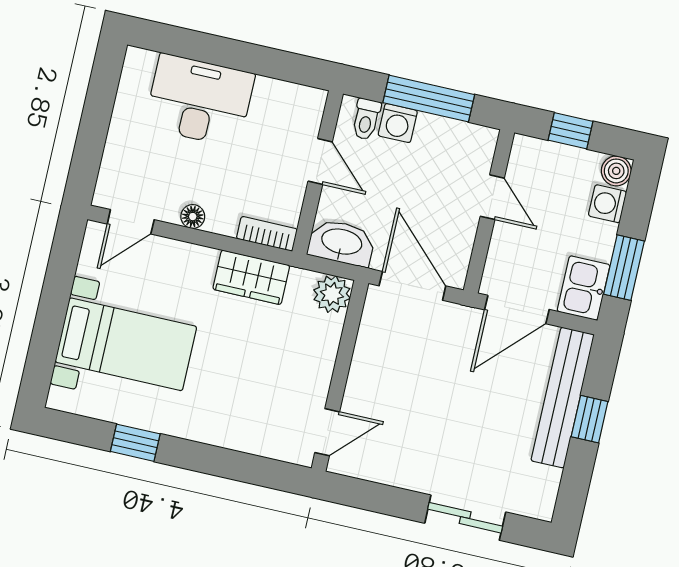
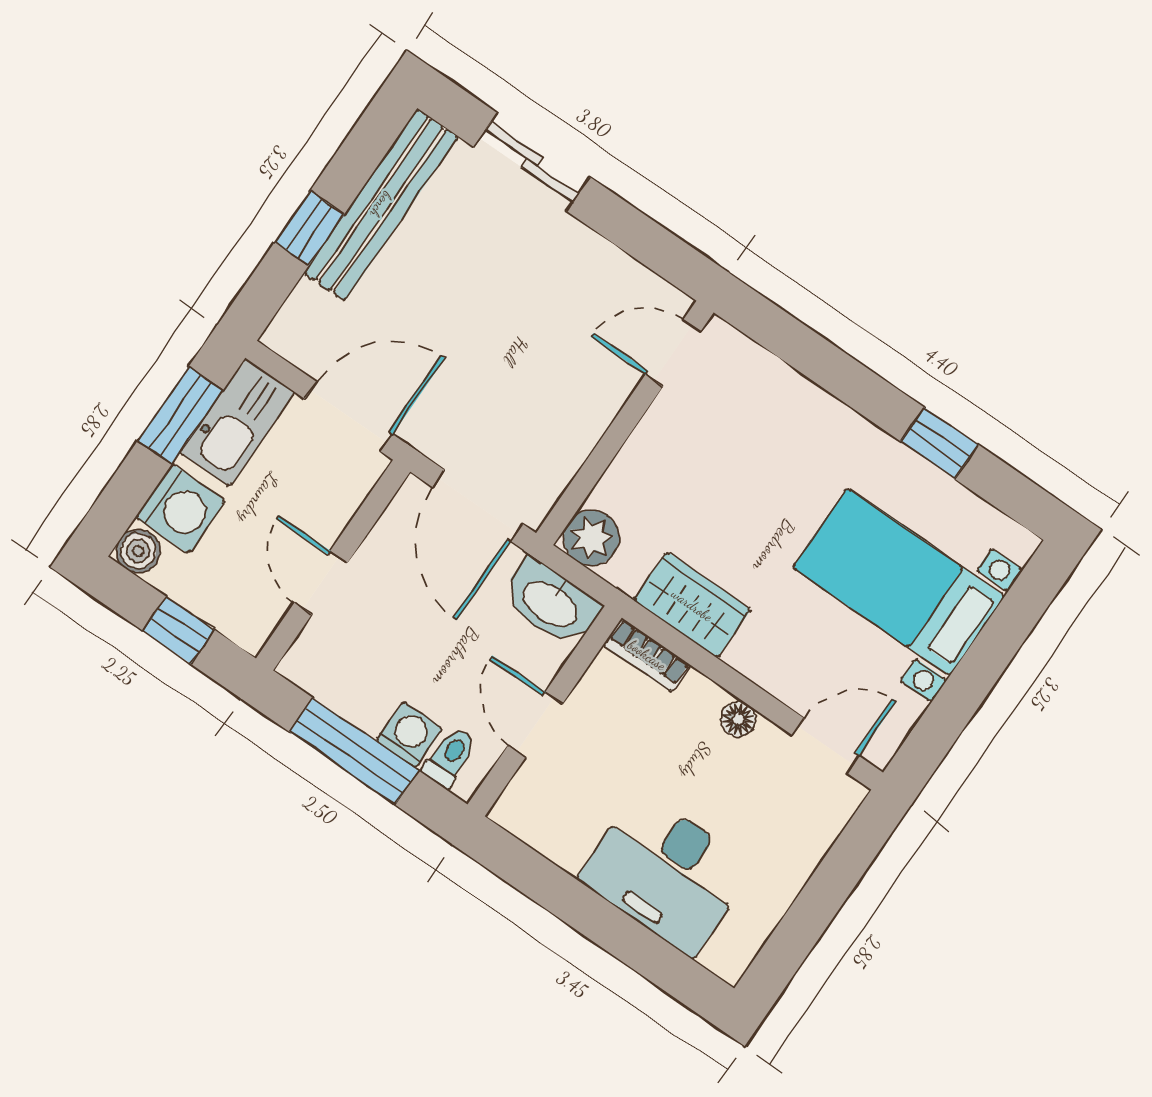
washing machine: (607, 204) -> (180, 509), width x1.38, depth x1.38
kitchen sink: (584, 288) -> (237, 423), width x1.38
bench: (563, 398) -> (381, 205), moved

